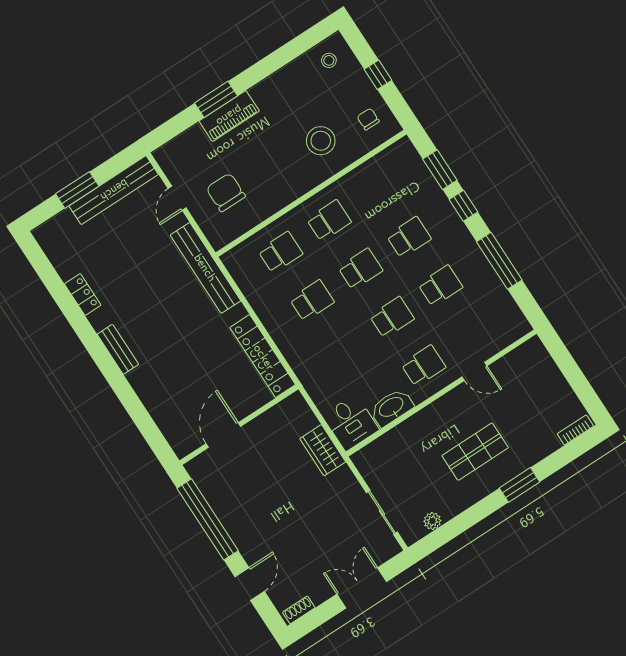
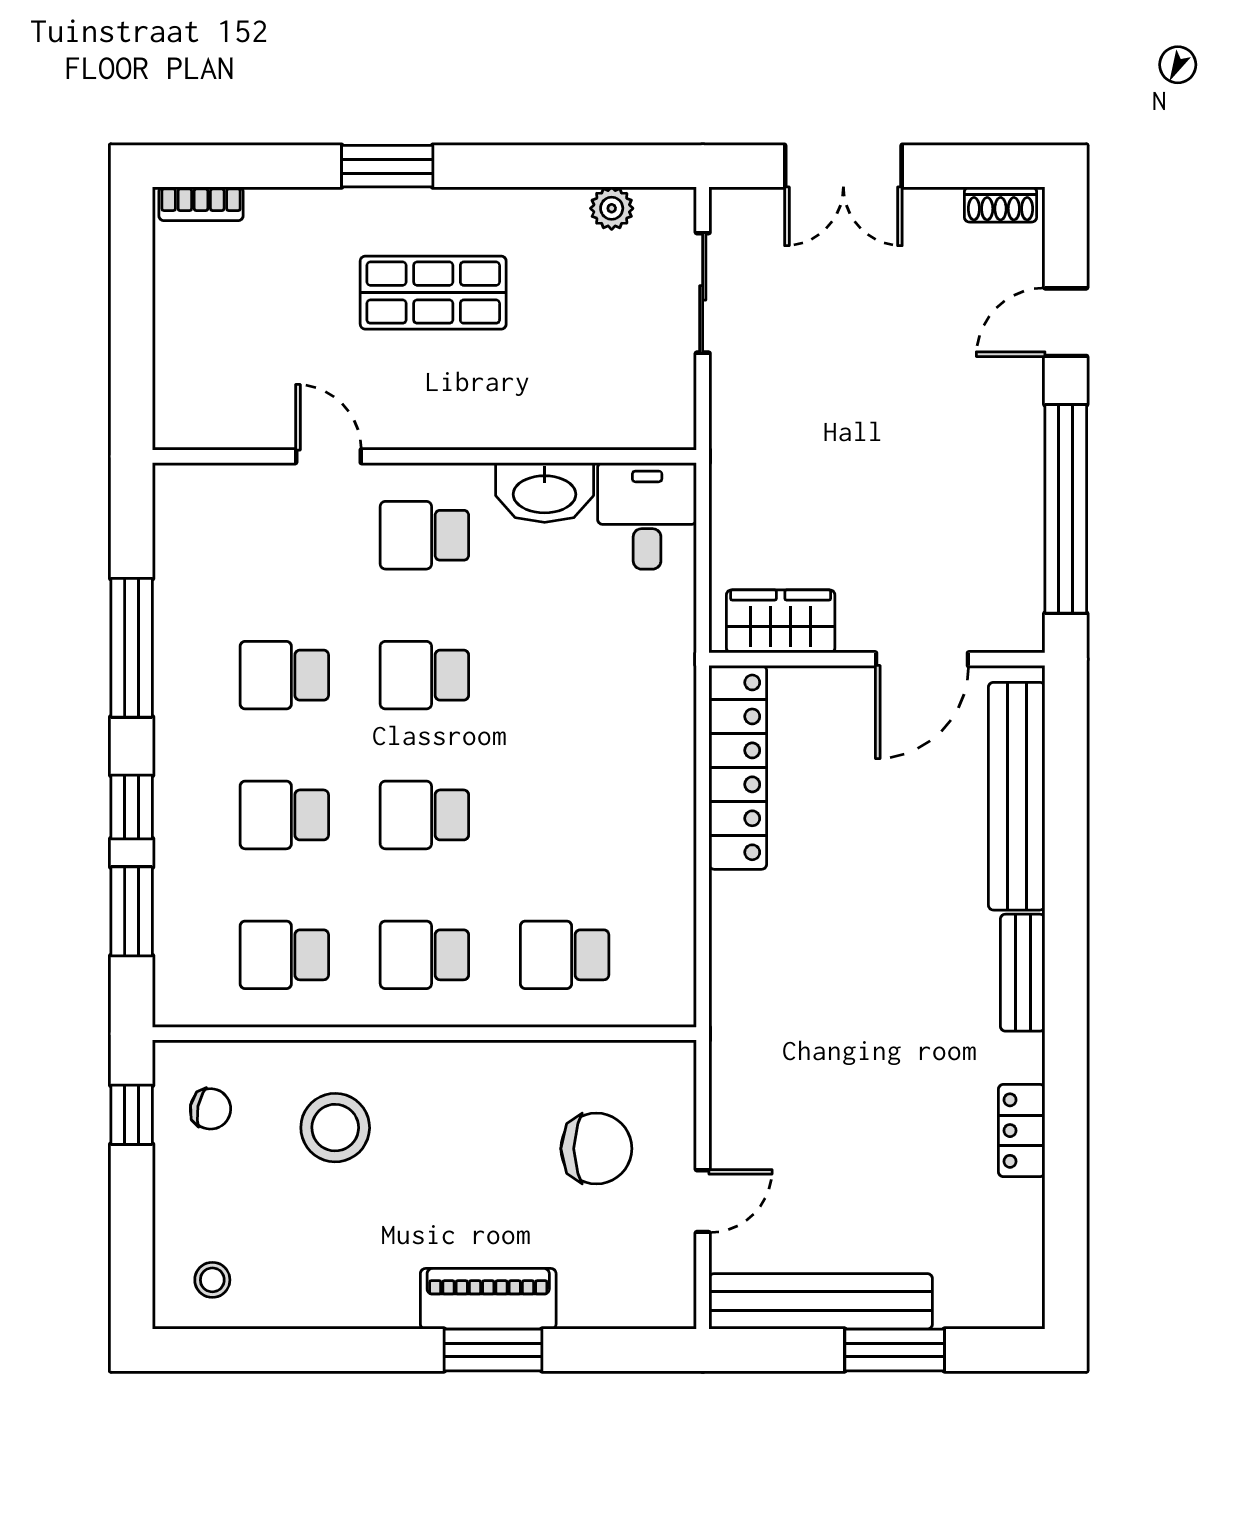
window: (378, 75) -> (132, 1115), moved
chair: (368, 119) -> (210, 1109), turned -79
chair: (226, 192) -> (596, 1149), turned -90
bench: (205, 268) -> (1017, 796), moved
school desk: (312, 301) -> (284, 955), moved
wardrobe: (323, 450) -> (781, 621), moved, turned -90

